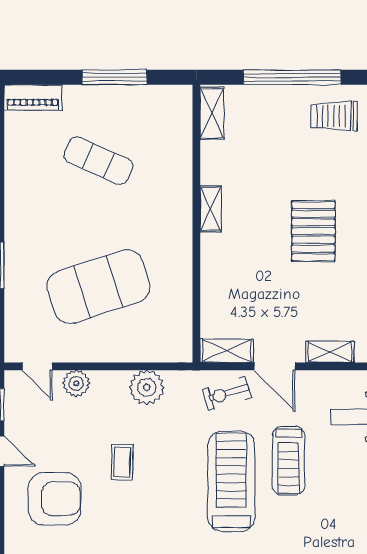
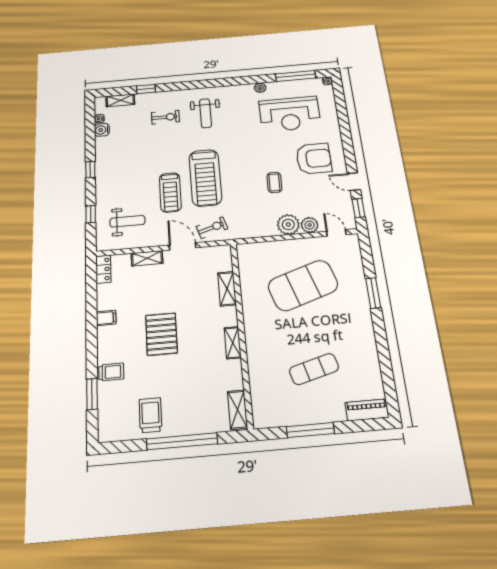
trolley: (334, 116) -> (151, 415), turned -90
exercise mat: (98, 161) -> (314, 369), turned -39
shelving: (227, 351) -> (227, 289), moved, turned 90
plant: (147, 387) -> (288, 225), moved
treadmill: (289, 461) -> (170, 192), turned 180
armchair: (55, 499) -> (314, 159), turned 180

